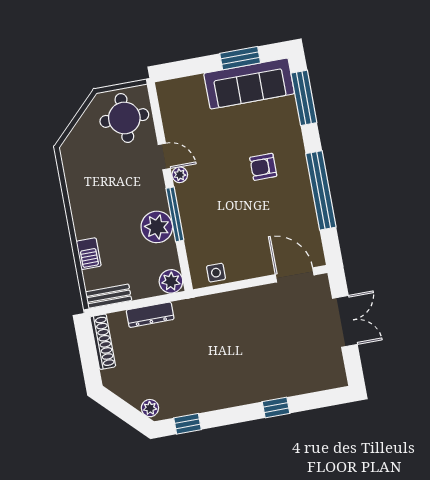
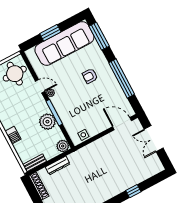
window: (240, 58) -> (50, 33), moved
sofa: (249, 83) -> (64, 43), width x1.36, depth x1.27
barbecue: (89, 254) -> (13, 135), moved
double door: (345, 321) -> (154, 139), swing flipped

